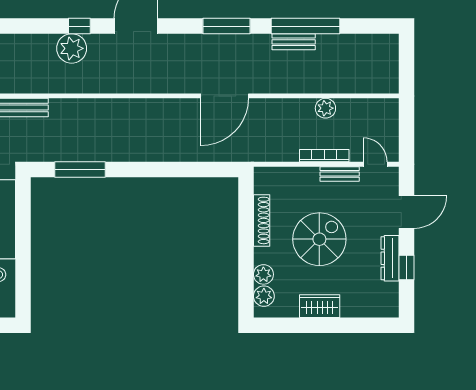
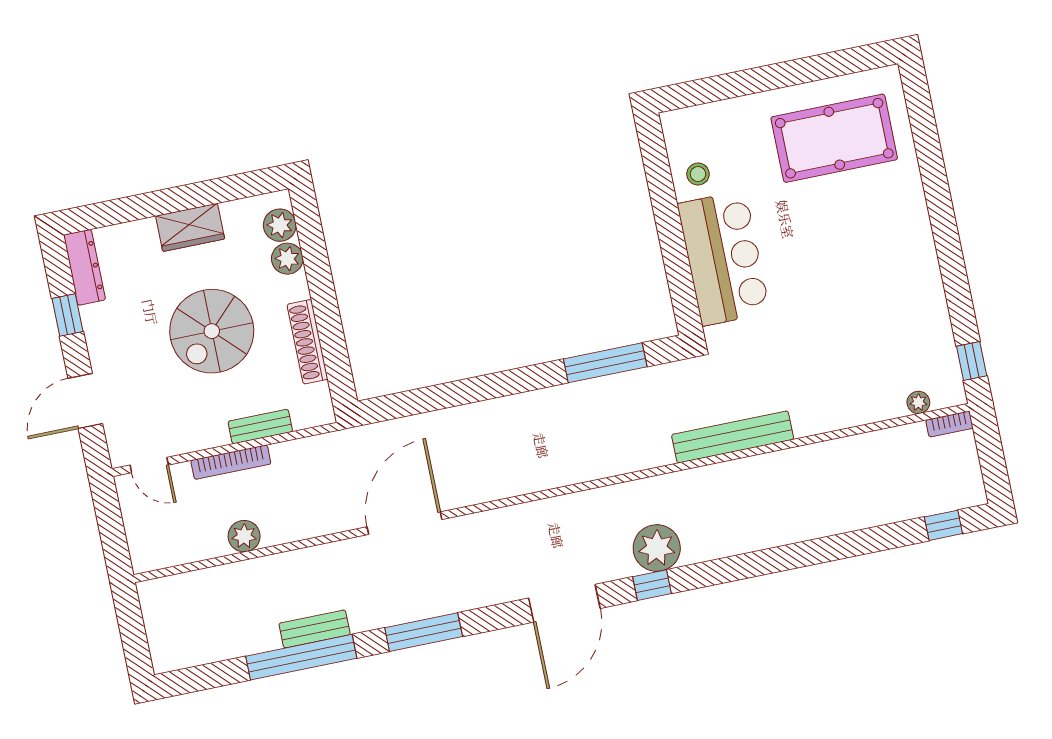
bench: (340, 174) -> (260, 427), moved
dresser: (390, 258) -> (85, 267), moved

